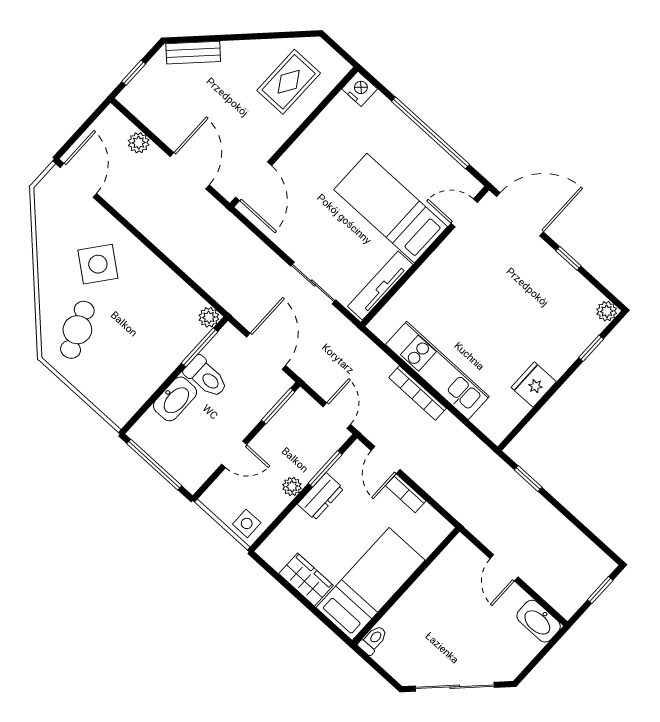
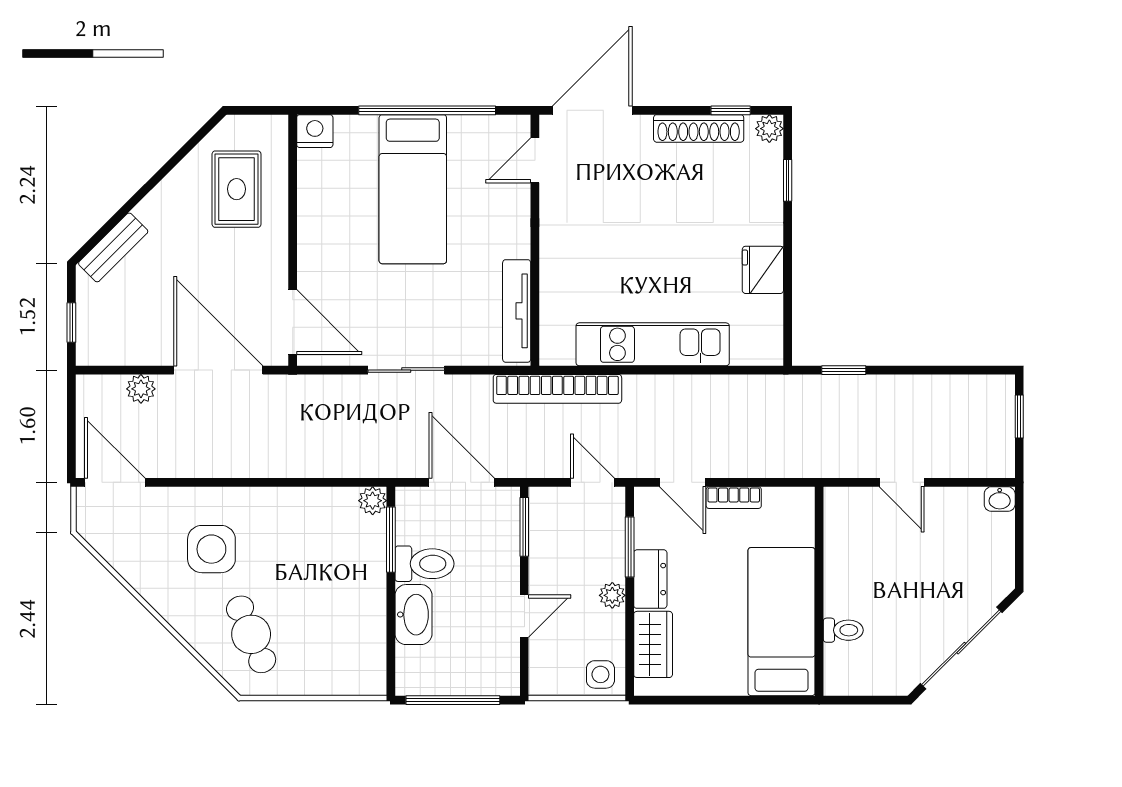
door: (190, 171) -> (218, 370), width x1.36
bed: (391, 208) -> (413, 189), moved, turned -90
window: (568, 258) -> (731, 110), moved
side table: (98, 264) -> (211, 549), turned -38
shoe rack: (569, 276) -> (699, 128), added
sliding door: (313, 283) -> (406, 370), moved
bookcase: (417, 393) -> (557, 389), moved, width x1.48, depth x1.31
wardrobe: (306, 580) -> (653, 644), moved, turned 90
washbasin: (539, 621) -> (1000, 499), width x0.52, depth x0.69
toilet: (373, 640) -> (843, 630), moved, turned 90

